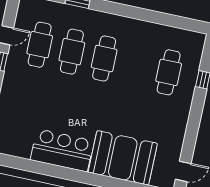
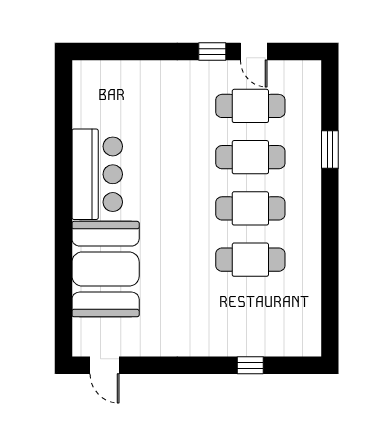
cafe table: (169, 72) -> (250, 260), moved

